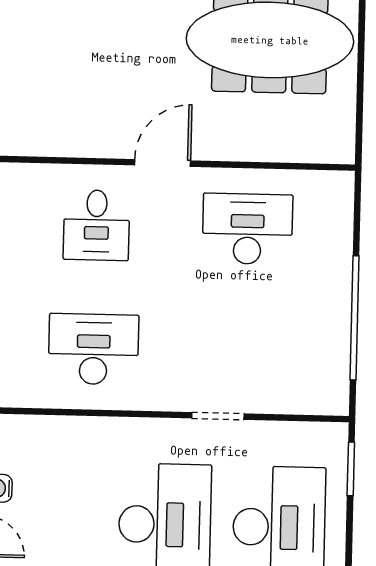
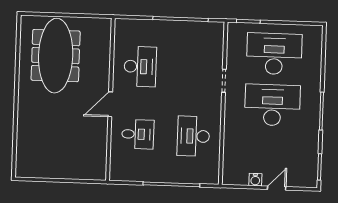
door: (163, 163) -> (110, 104), hinge flipped
desk: (247, 229) -> (140, 67), turned 180

